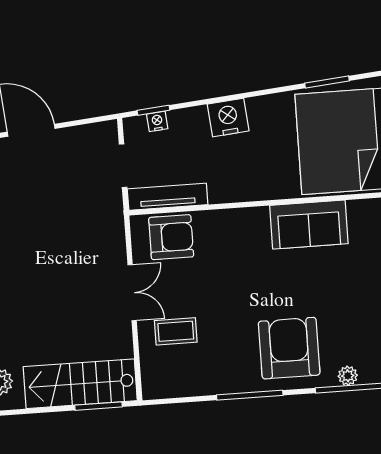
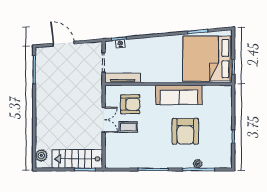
nightstand: (228, 118) -> (152, 44), removed
sofa: (309, 225) -> (179, 95), width x1.36
armchair: (171, 237) -> (130, 104), moved
coffee table: (176, 331) -> (128, 127), moved
armchair: (289, 348) -> (185, 131), moved, turned 180

